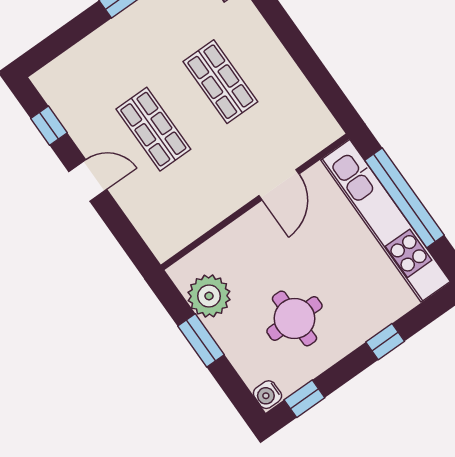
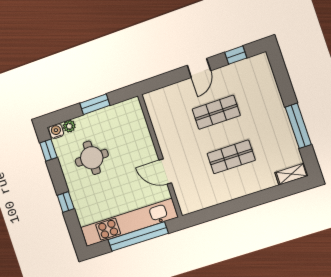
plant: (209, 296) -> (69, 126), moved, width x0.53, depth x0.53

